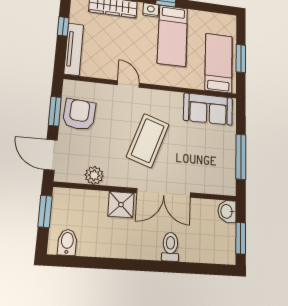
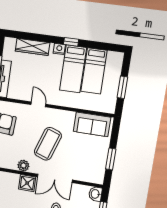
bed: (219, 63) -> (94, 71), moved, turned 180
window: (241, 157) -> (111, 159), width x0.69
plant: (94, 175) -> (23, 166), moved

